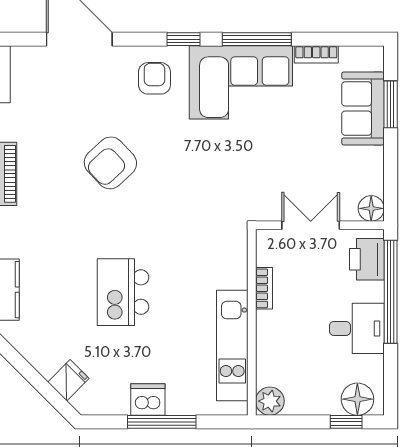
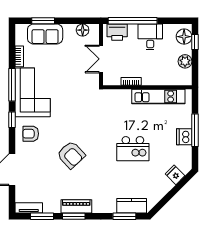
floor lamp: (371, 208) -> (83, 30), moved
plant: (270, 401) -> (185, 61), moved

